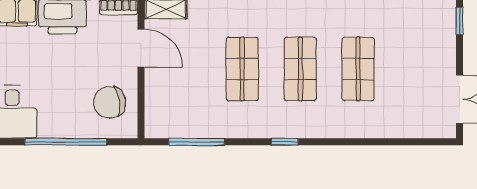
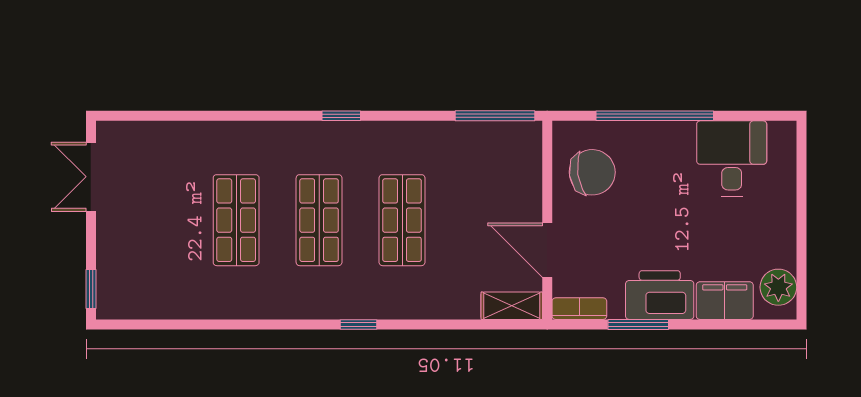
window: (197, 142) -> (495, 116), moved

